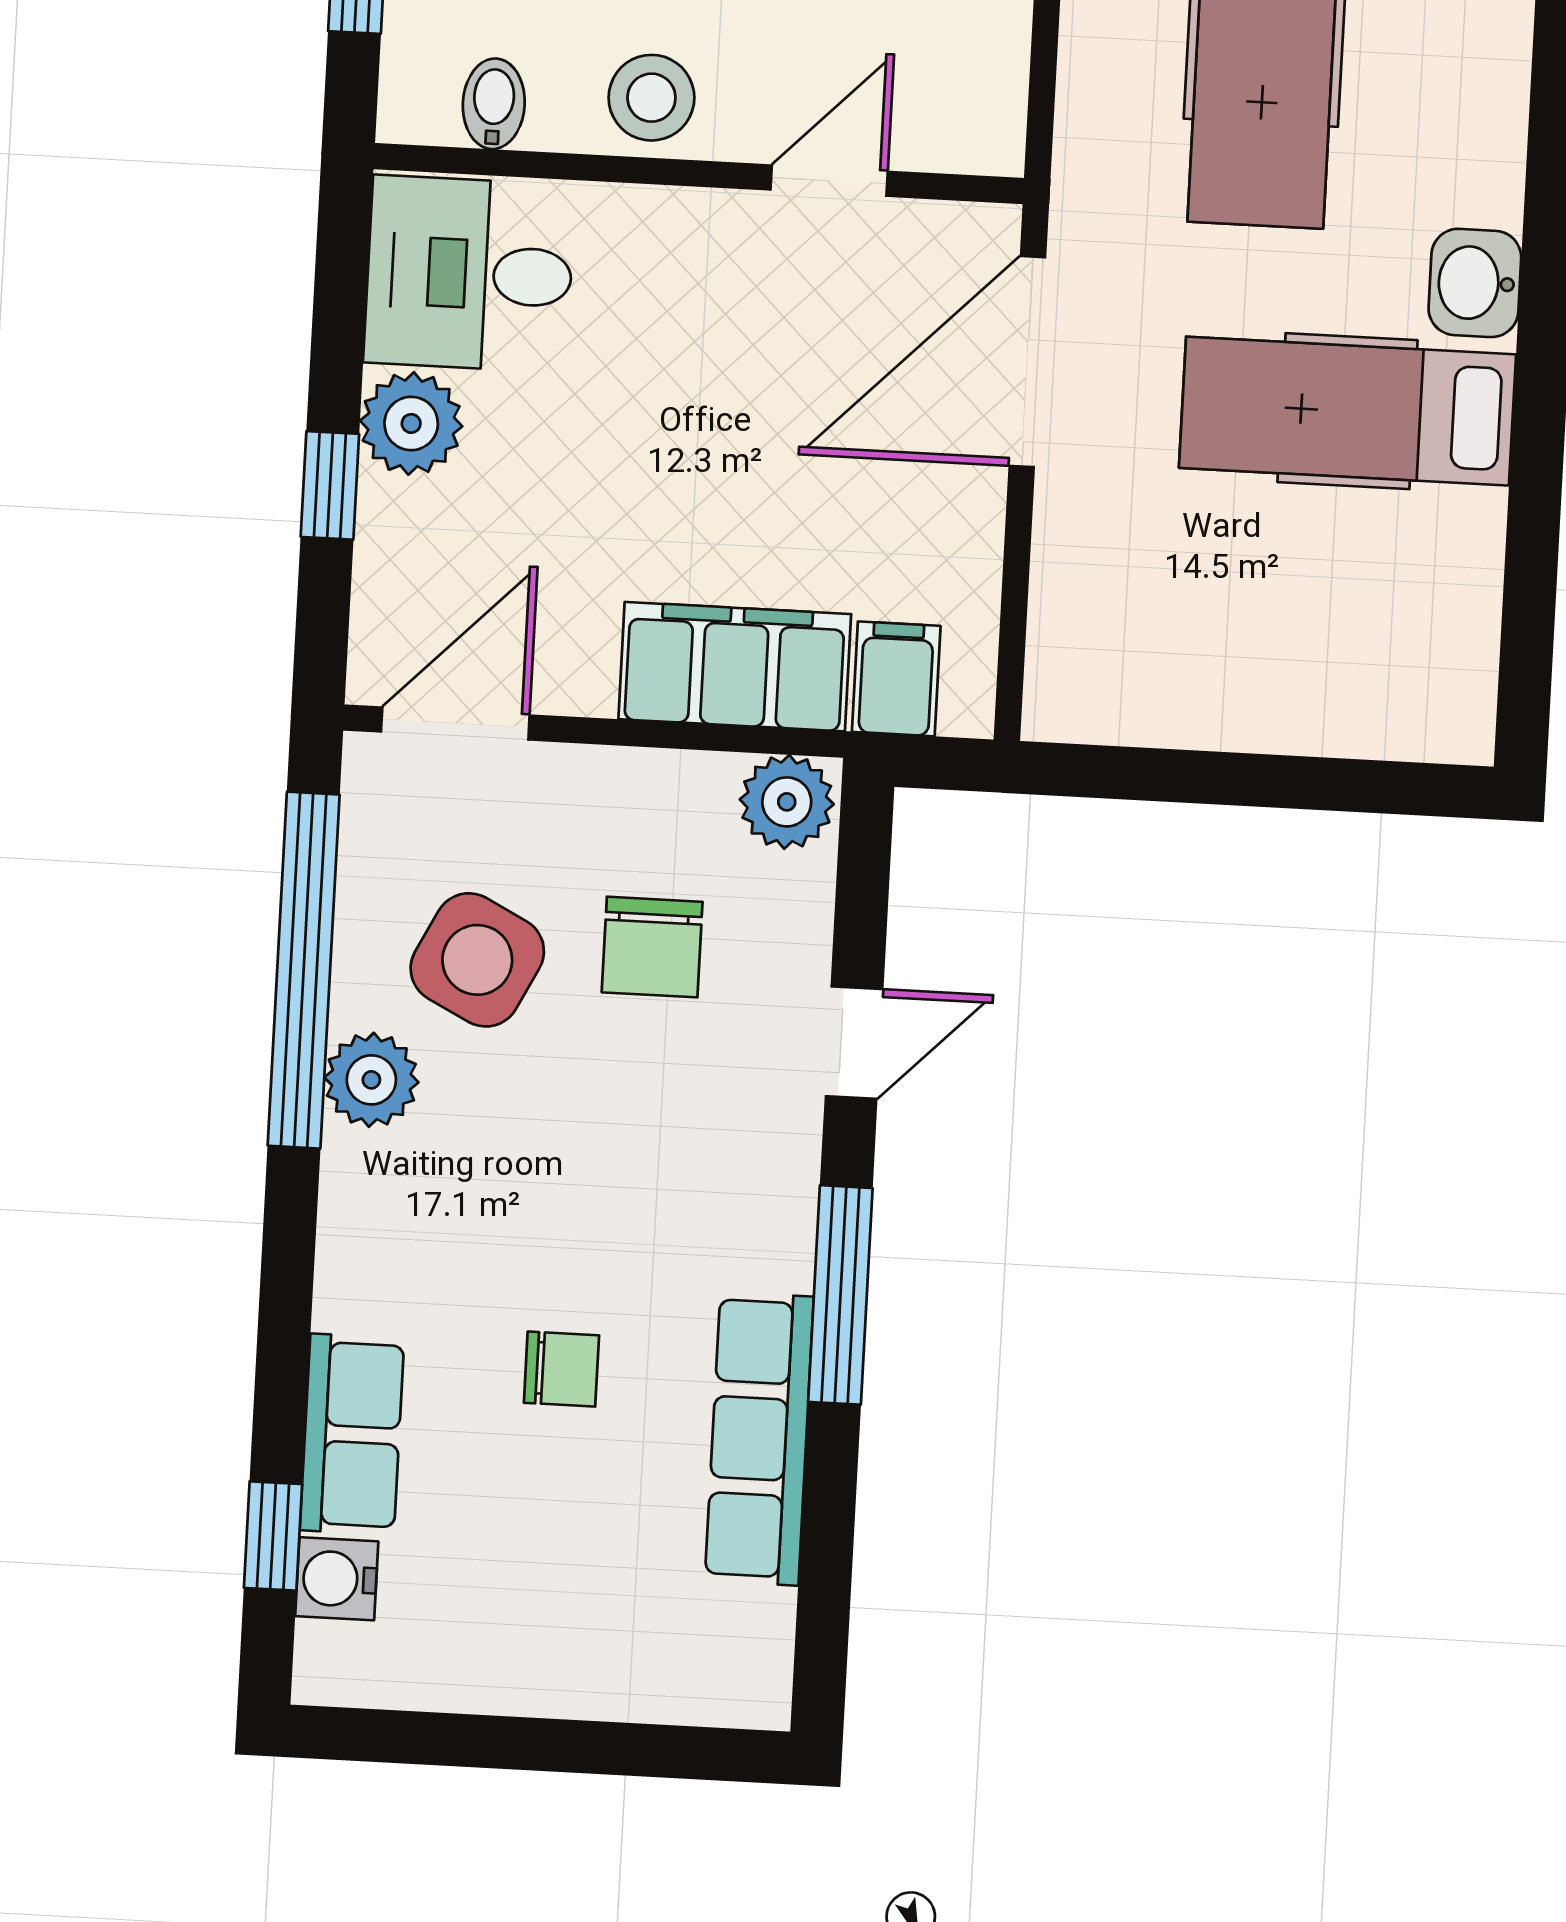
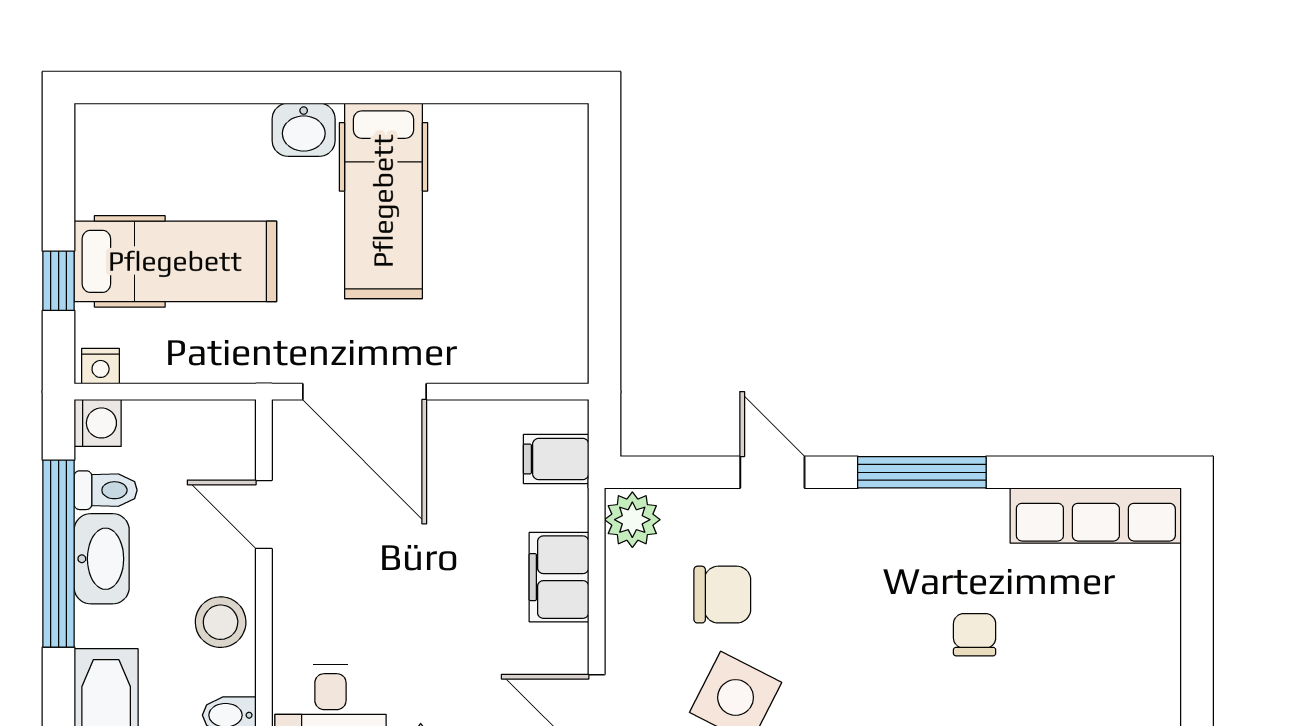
filing cabinet: (735, 667) -> (559, 577), width x0.67, depth x0.86
row of seats: (759, 1439) -> (1096, 516), moved

